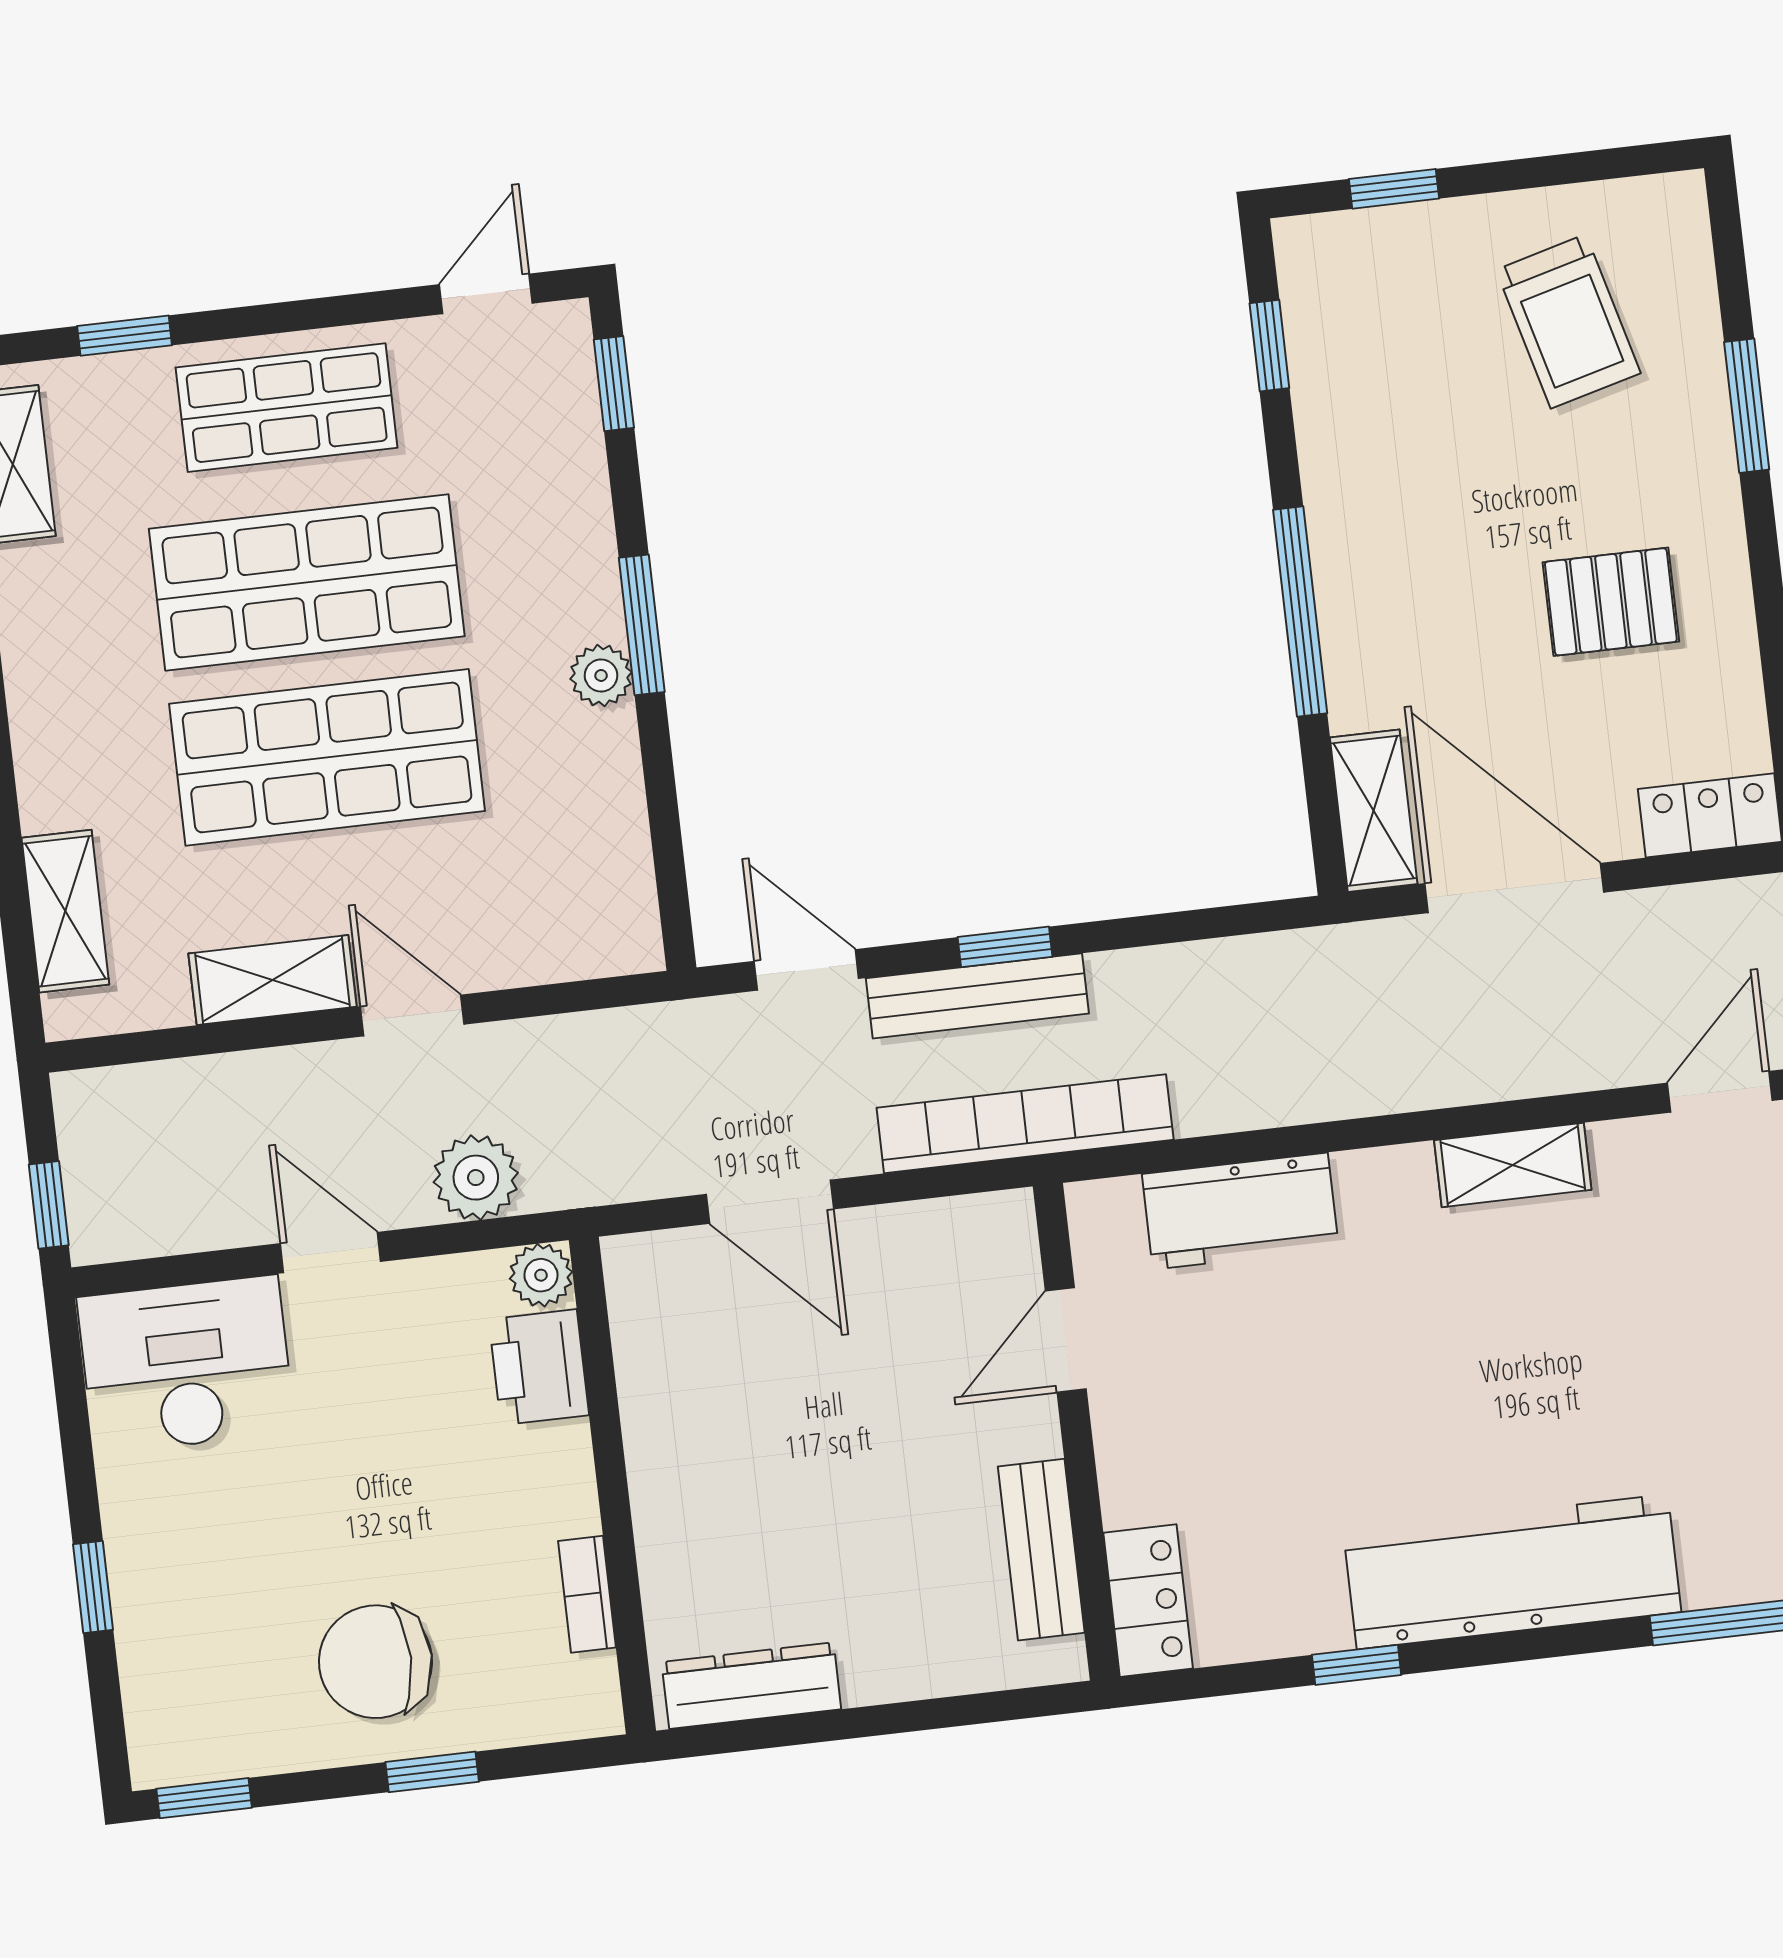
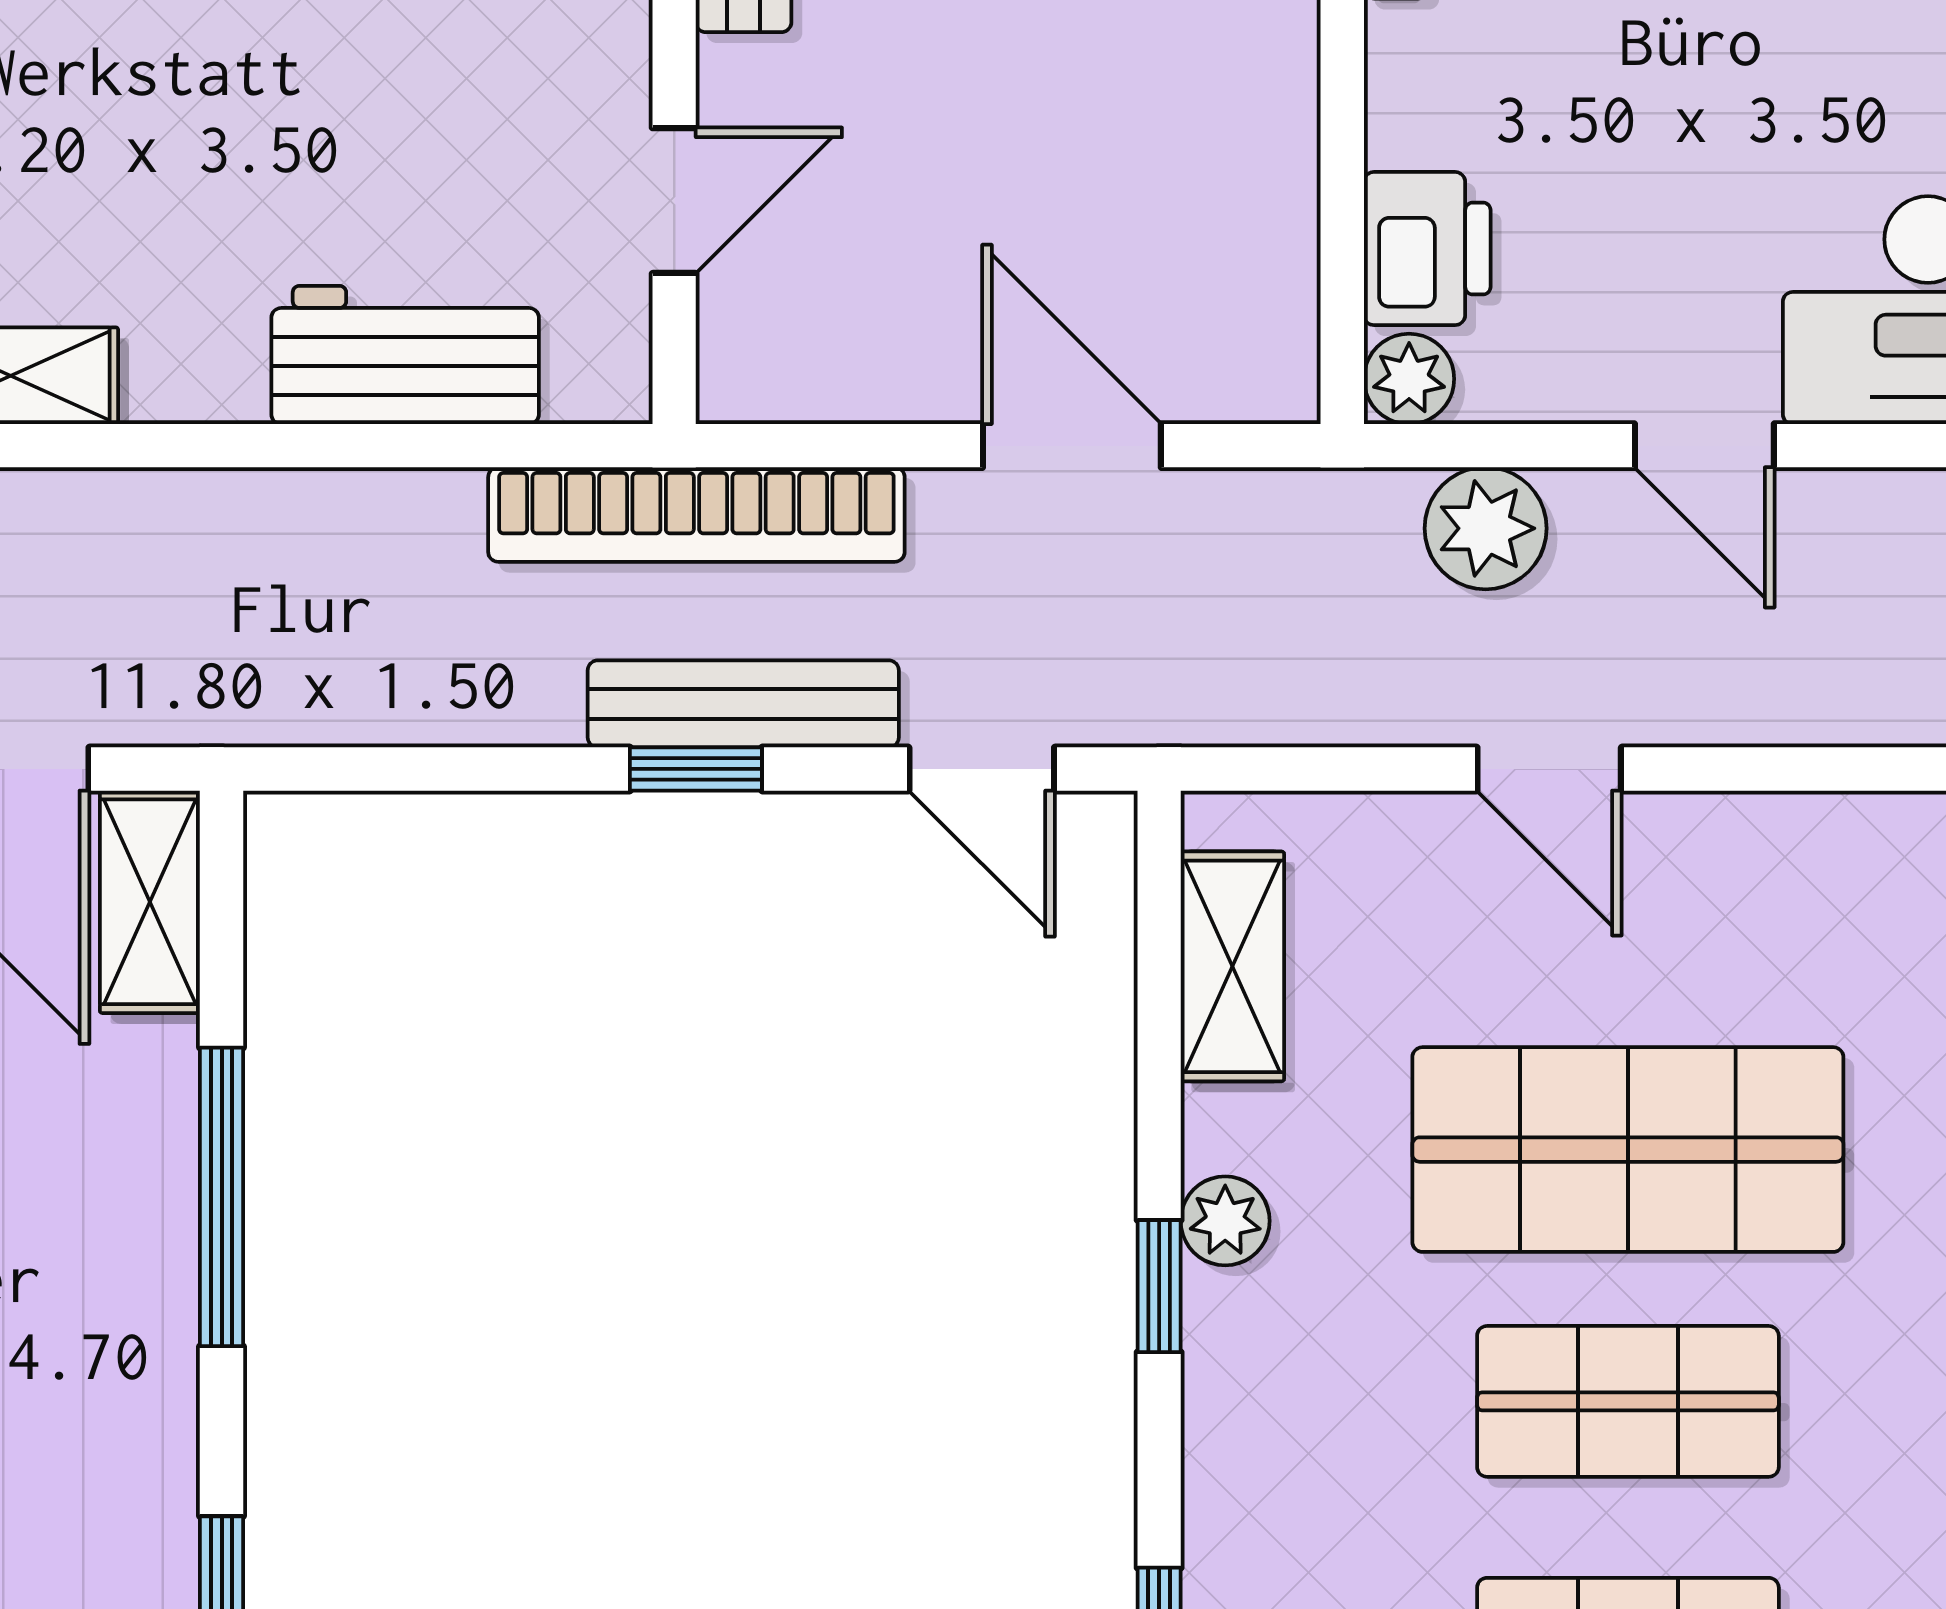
shop shelf: (307, 582) -> (1628, 1401), width x0.70, depth x0.74
window: (642, 625) -> (1159, 1286), width x0.67
shelving: (273, 980) -> (1232, 966), moved, turned 90

